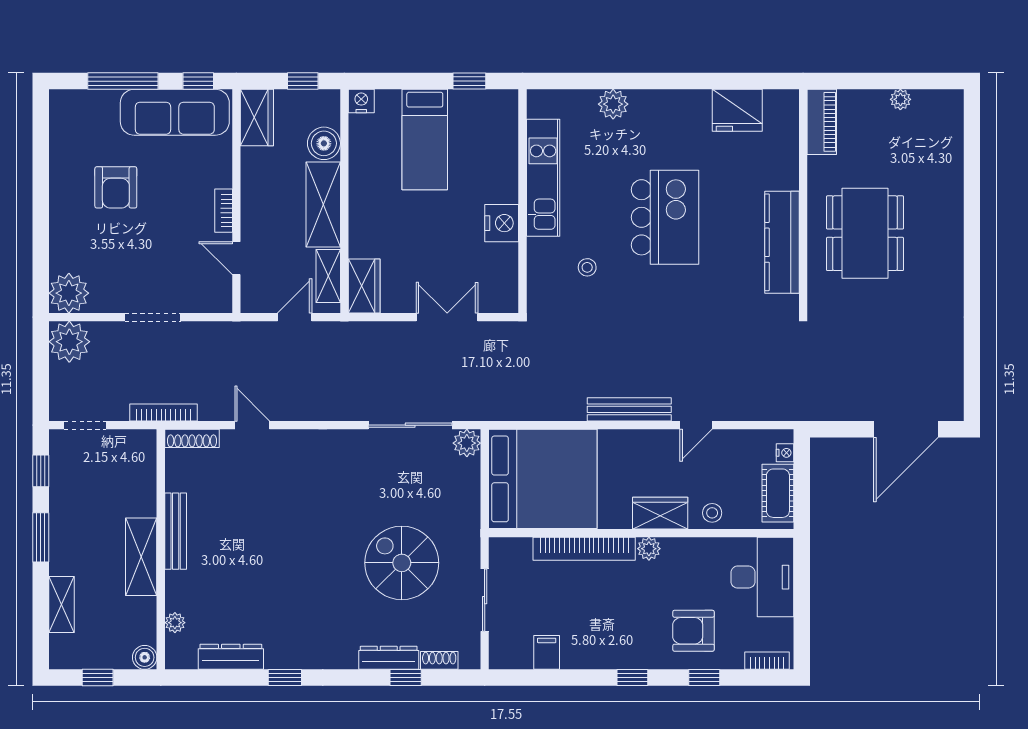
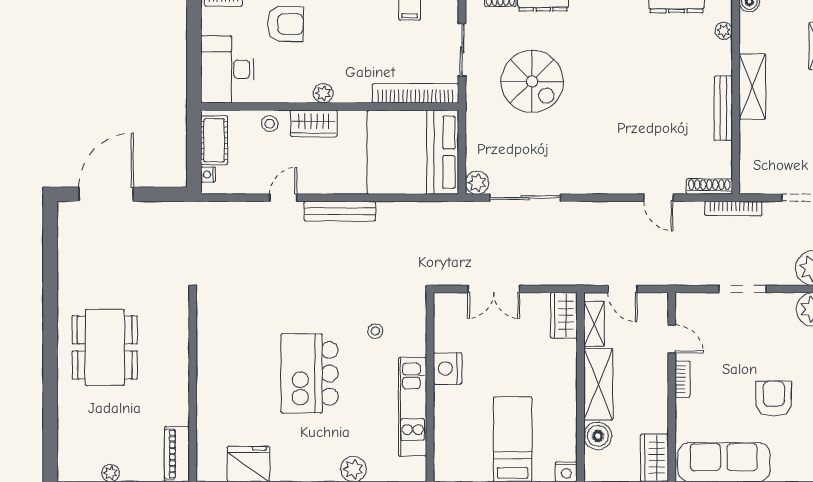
dining table: (865, 233) -> (105, 347), moved
kitchen counter: (782, 242) -> (211, 352), removed
door: (295, 317) -> (623, 289), hinge flipped
bookcase: (584, 549) -> (415, 93), moved

